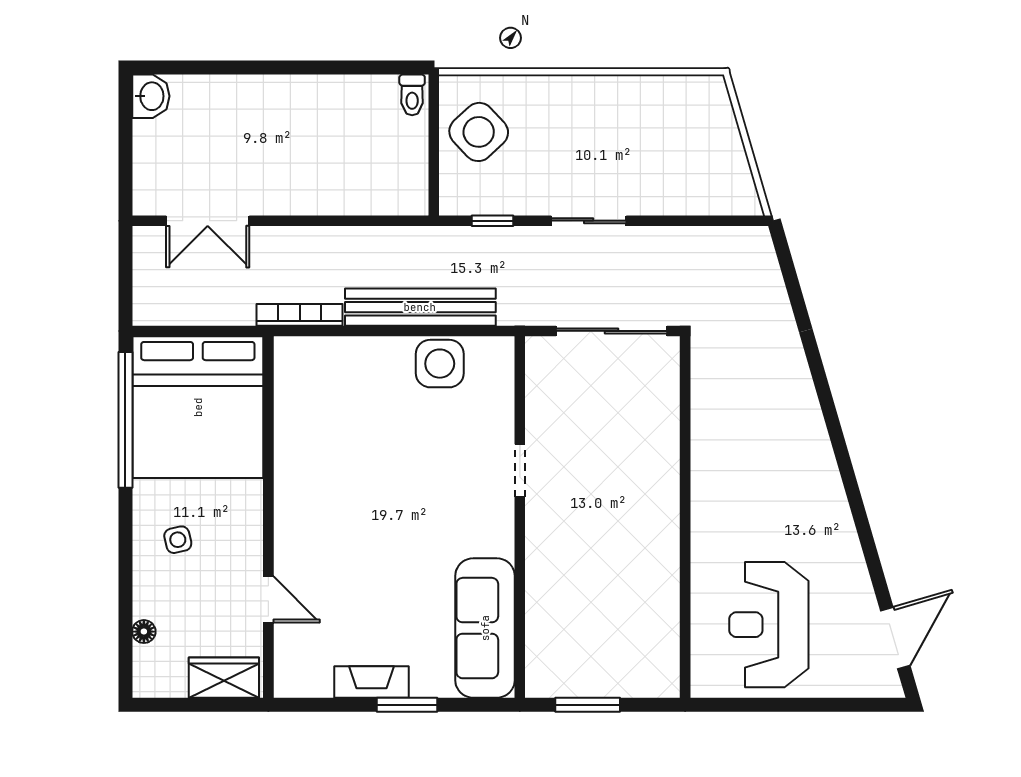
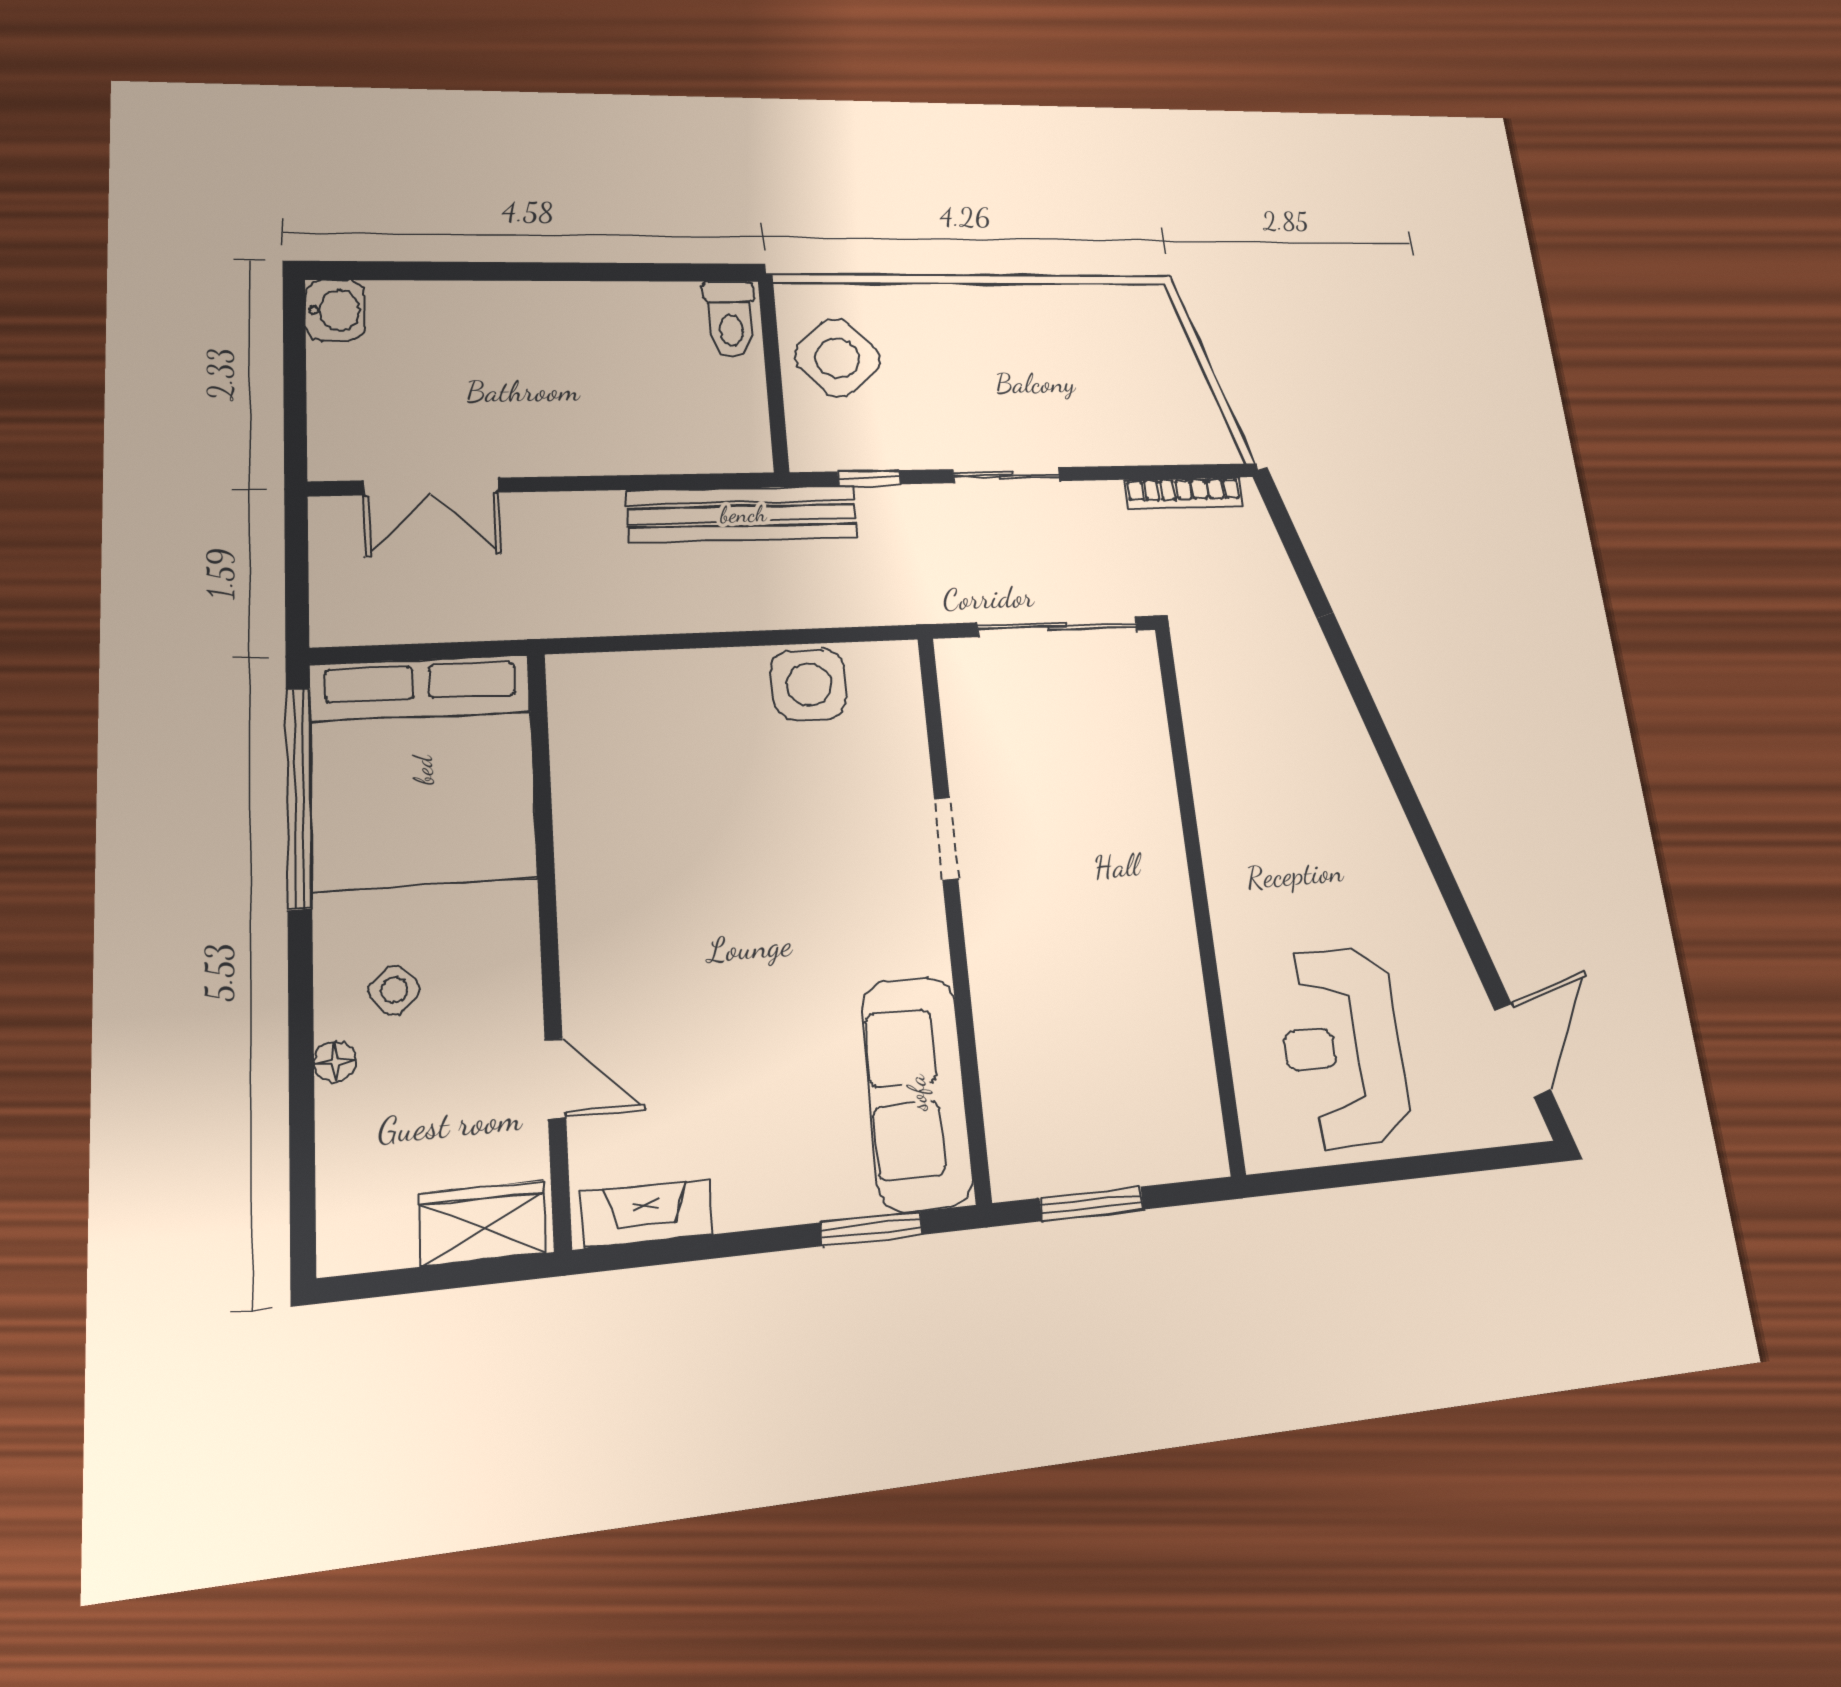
toilet: (412, 95) -> (730, 319), width x1.37, depth x1.39
bench: (420, 307) -> (743, 514), moved
bookcase: (300, 315) -> (1184, 493), moved, turned 180
side table: (178, 540) -> (394, 990), turned -31
floor lamp: (144, 632) -> (335, 1062), moved
fireplace: (371, 682) -> (647, 1213), moved
window: (407, 705) -> (872, 1229), moved

